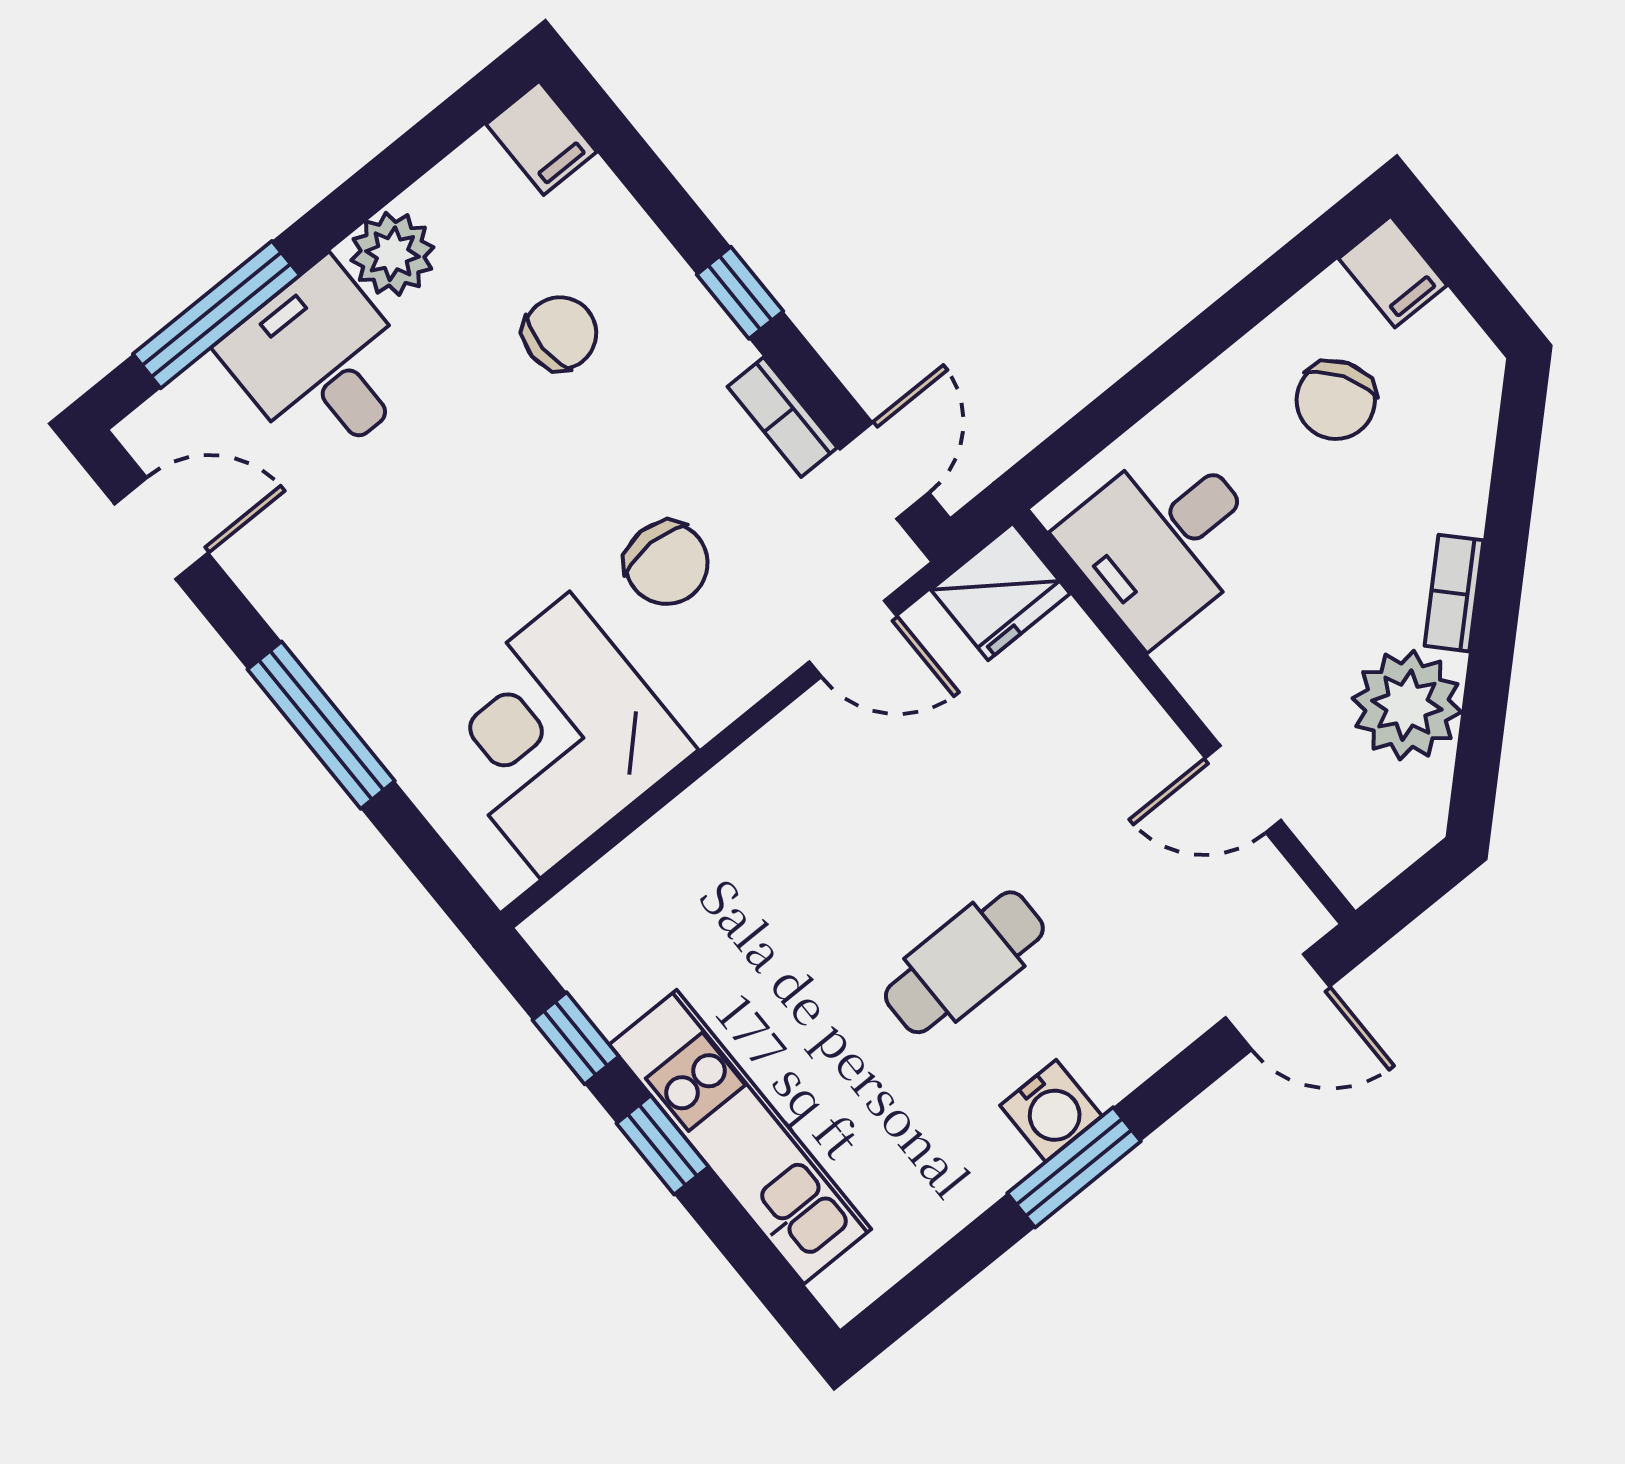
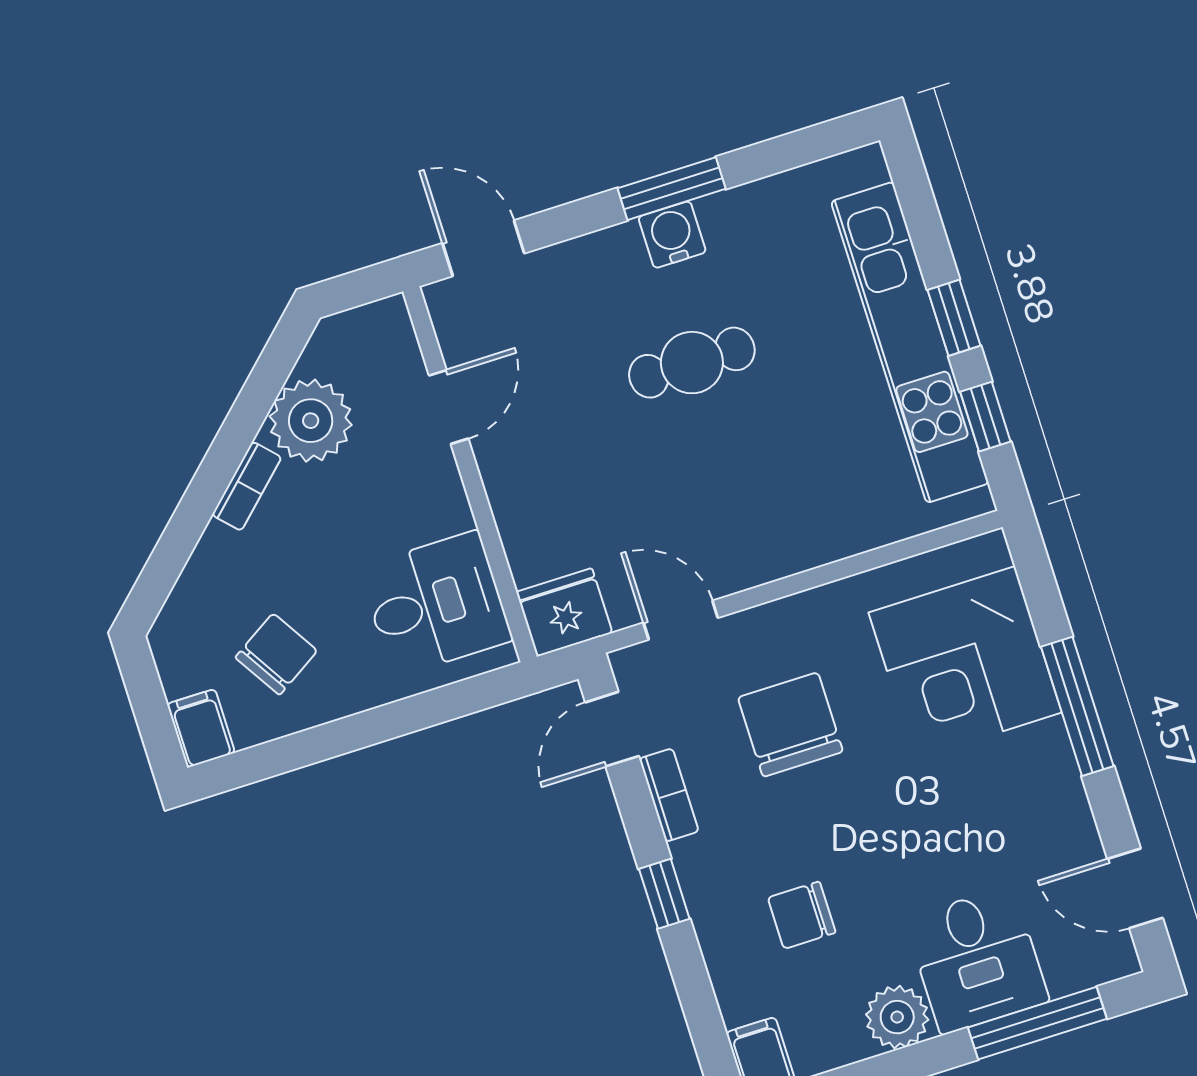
chair: (667, 563) -> (790, 725), width x1.37, depth x1.37
corner desk: (555, 735) -> (965, 663), moved, turned 90
door: (1243, 789) -> (449, 407), hinge flipped
kitchen unit: (740, 1137) -> (910, 342), width x1.36

